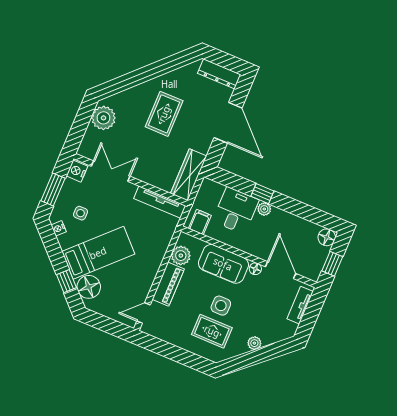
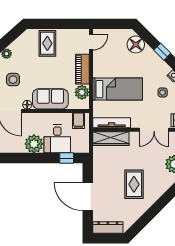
wardrobe: (189, 175) -> (111, 139), moved, turned 90
window: (262, 194) -> (67, 158), moved
plant: (264, 209) -> (34, 144), width x1.88, depth x1.88
bed: (98, 253) -> (118, 89), moved, turned -135
window: (67, 281) -> (162, 52), moved
side table: (221, 306) -> (13, 80), moved
rug: (212, 331) -> (47, 43), moved, turned 90

